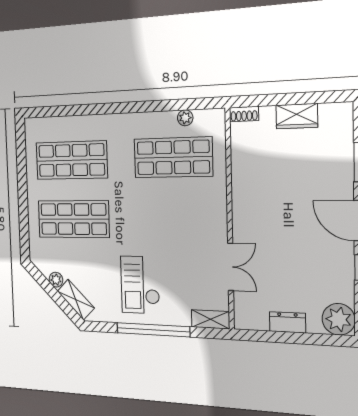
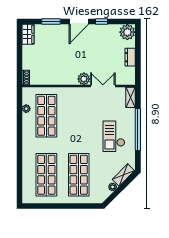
wardrobe: (297, 116) -> (28, 34), moved
plant: (244, 230) -> (84, 79), added
checkout: (140, 285) -> (114, 136), turned 90

